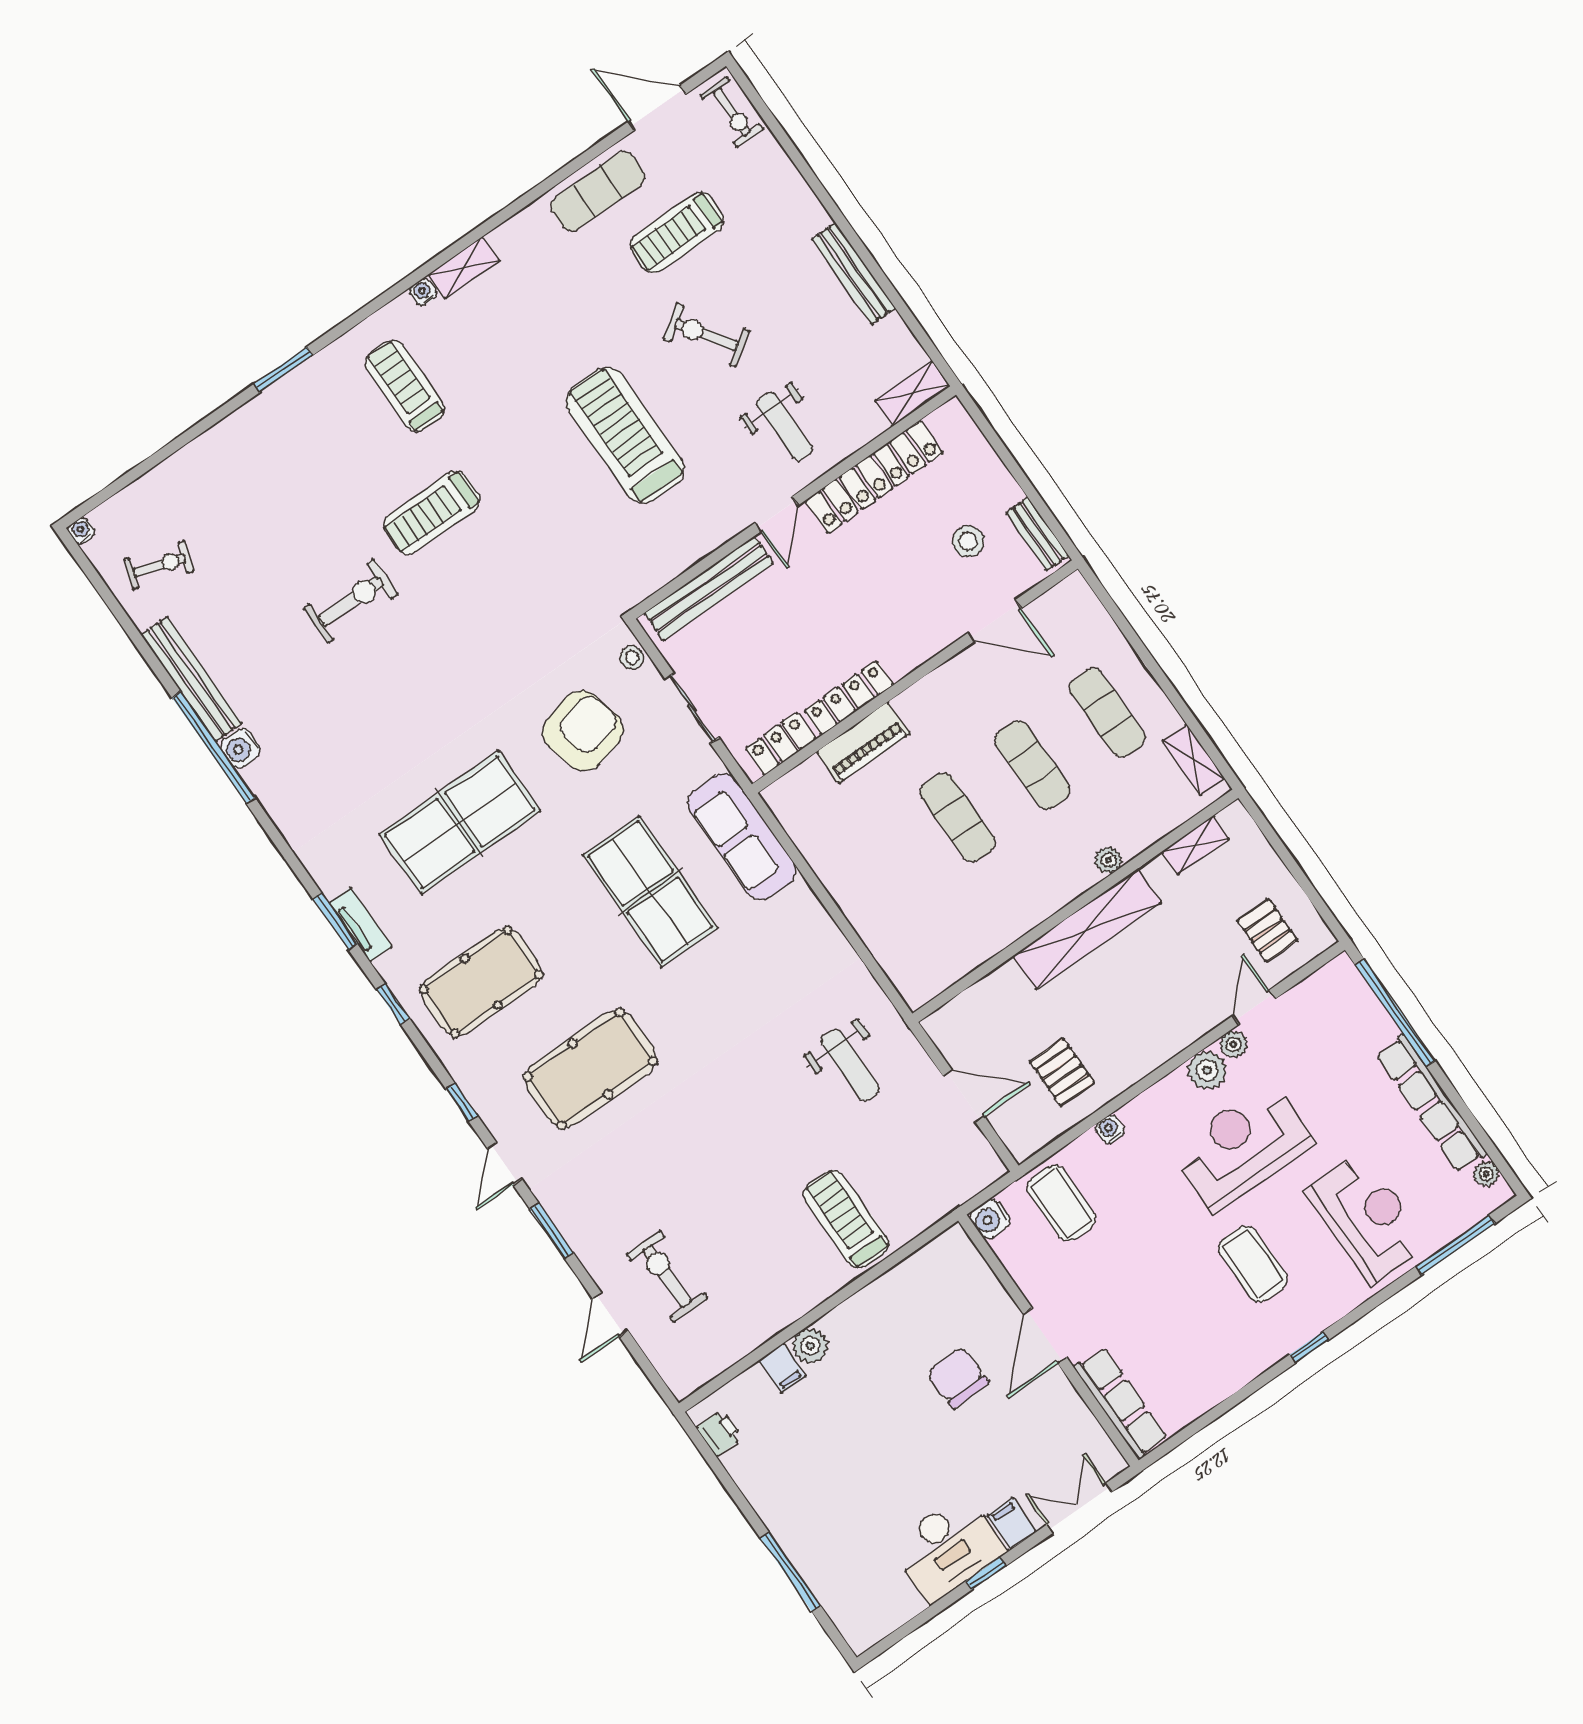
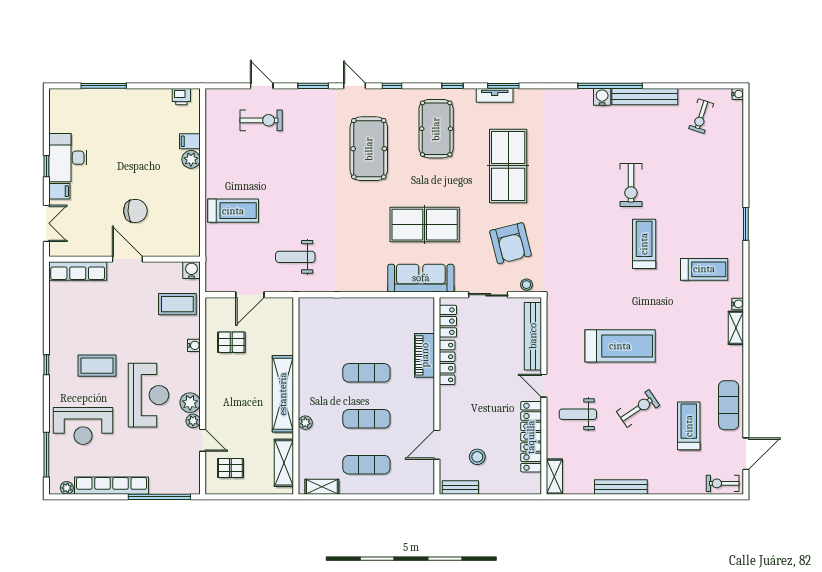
shelving: (1195, 845) -> (284, 463), width x1.50, depth x1.33

